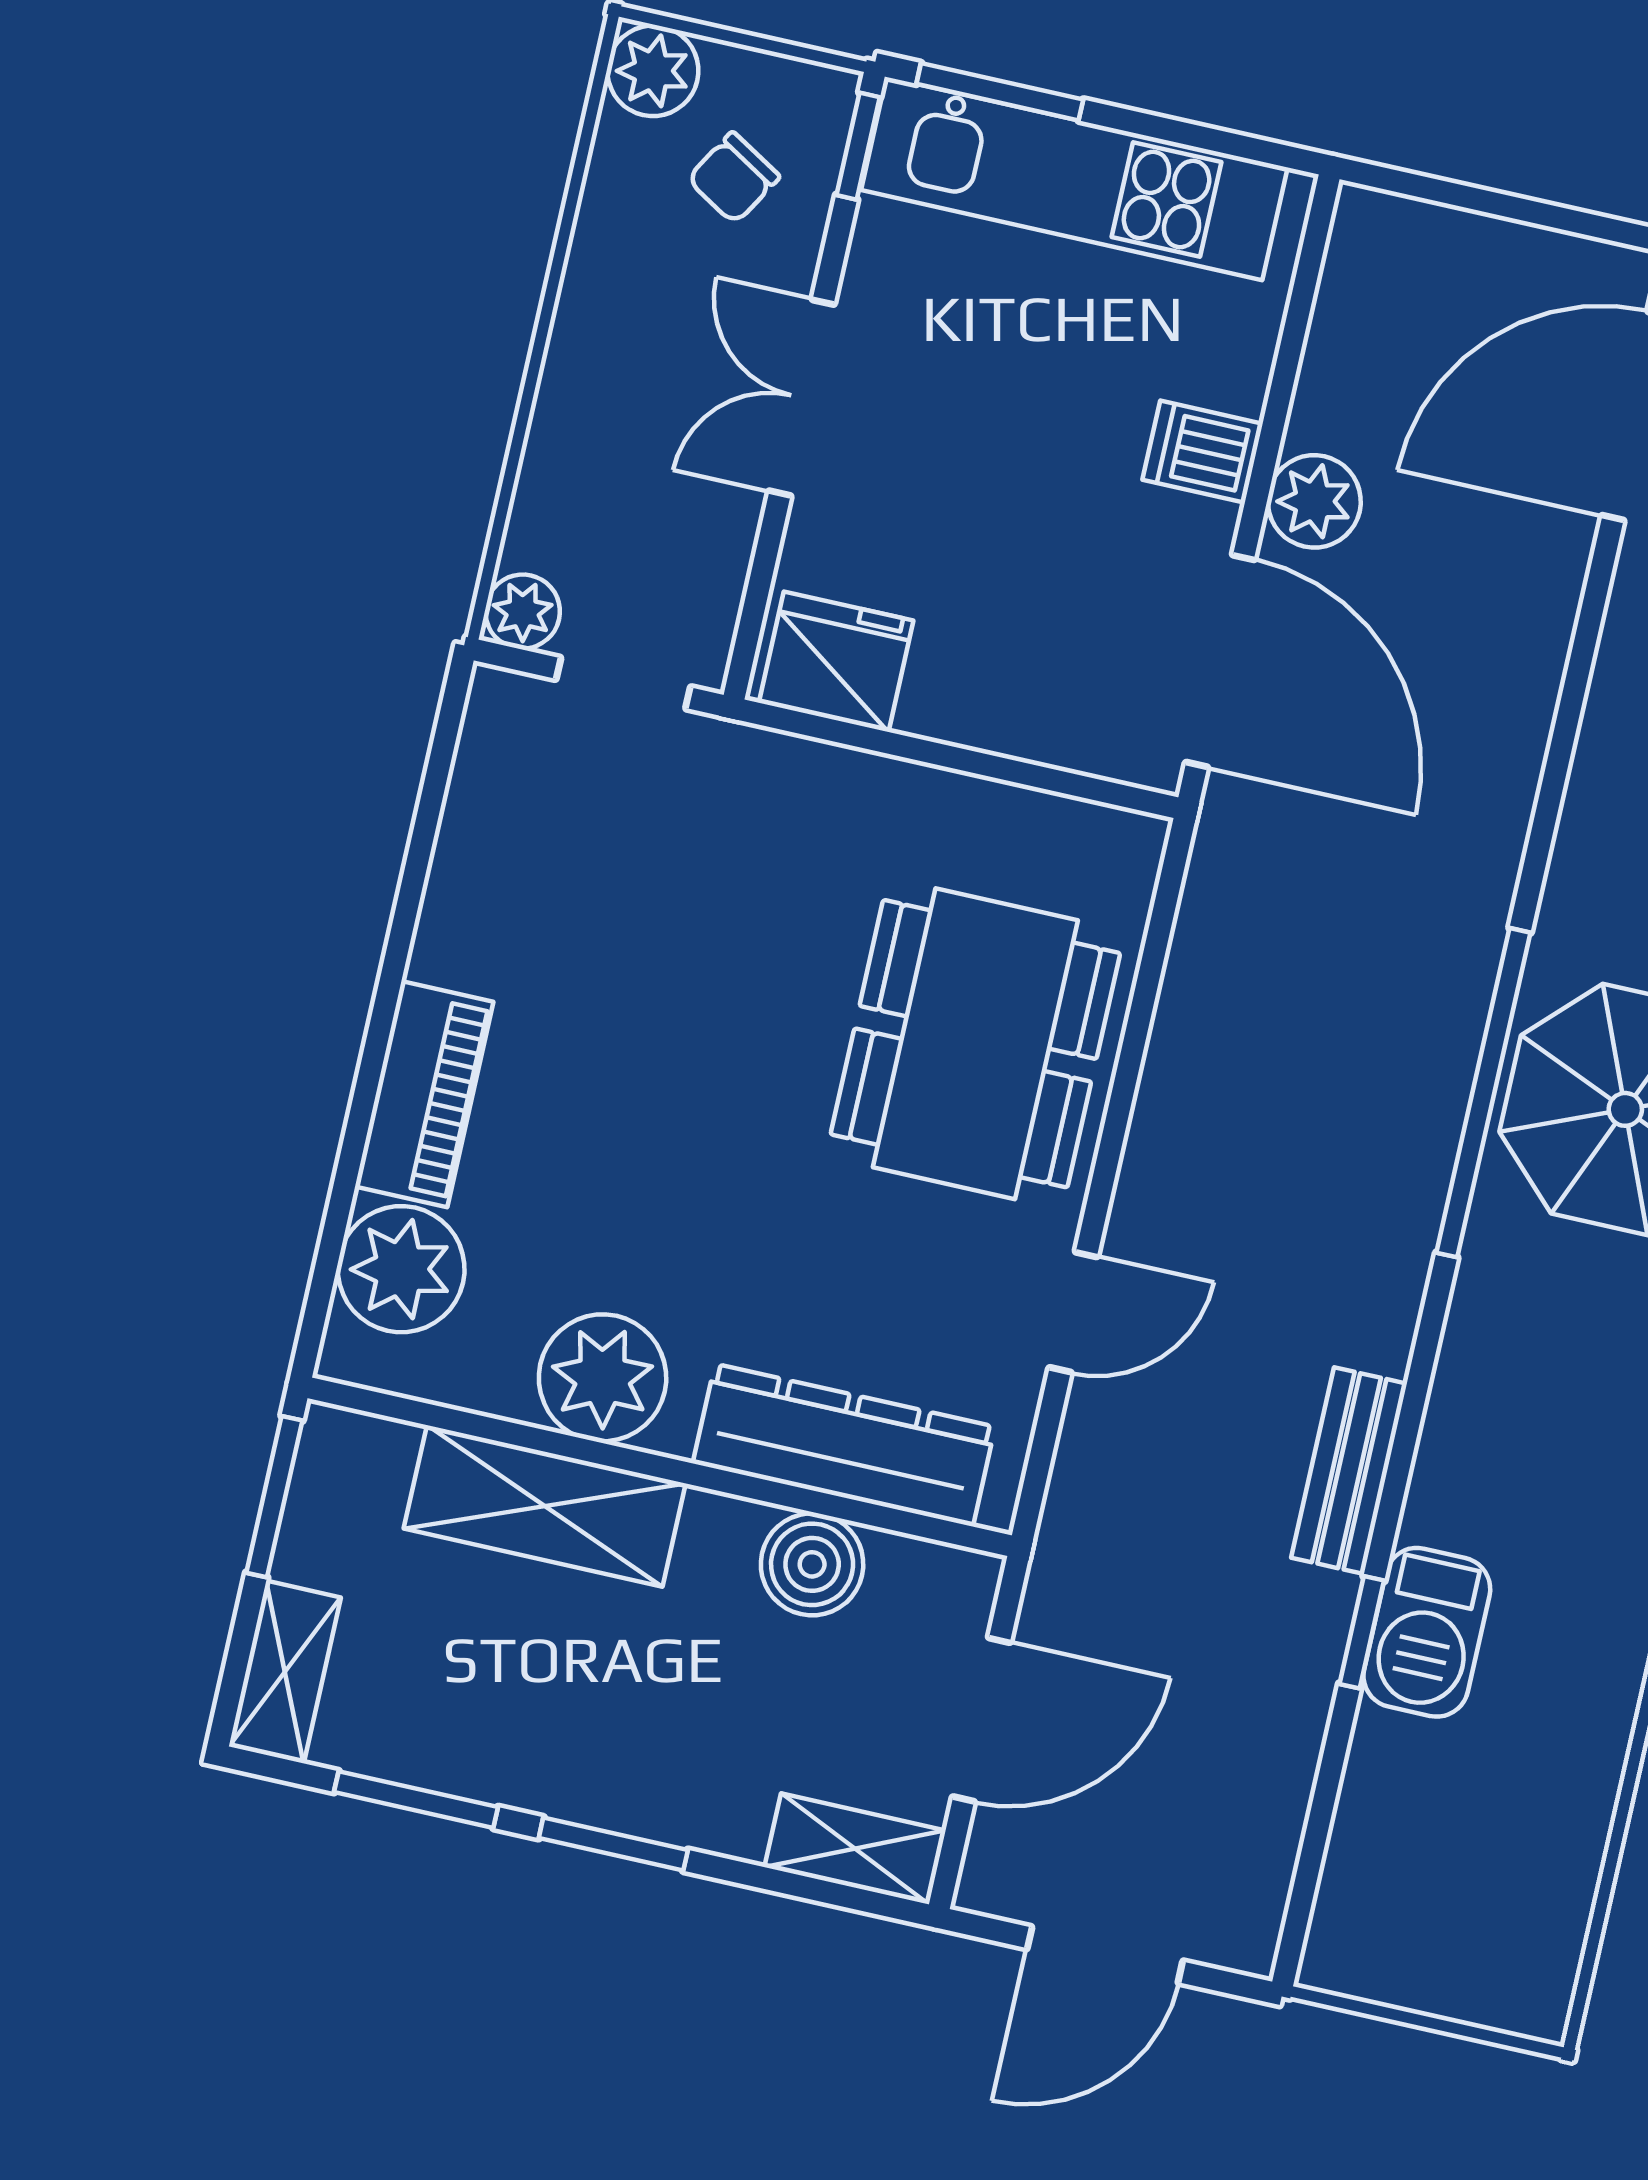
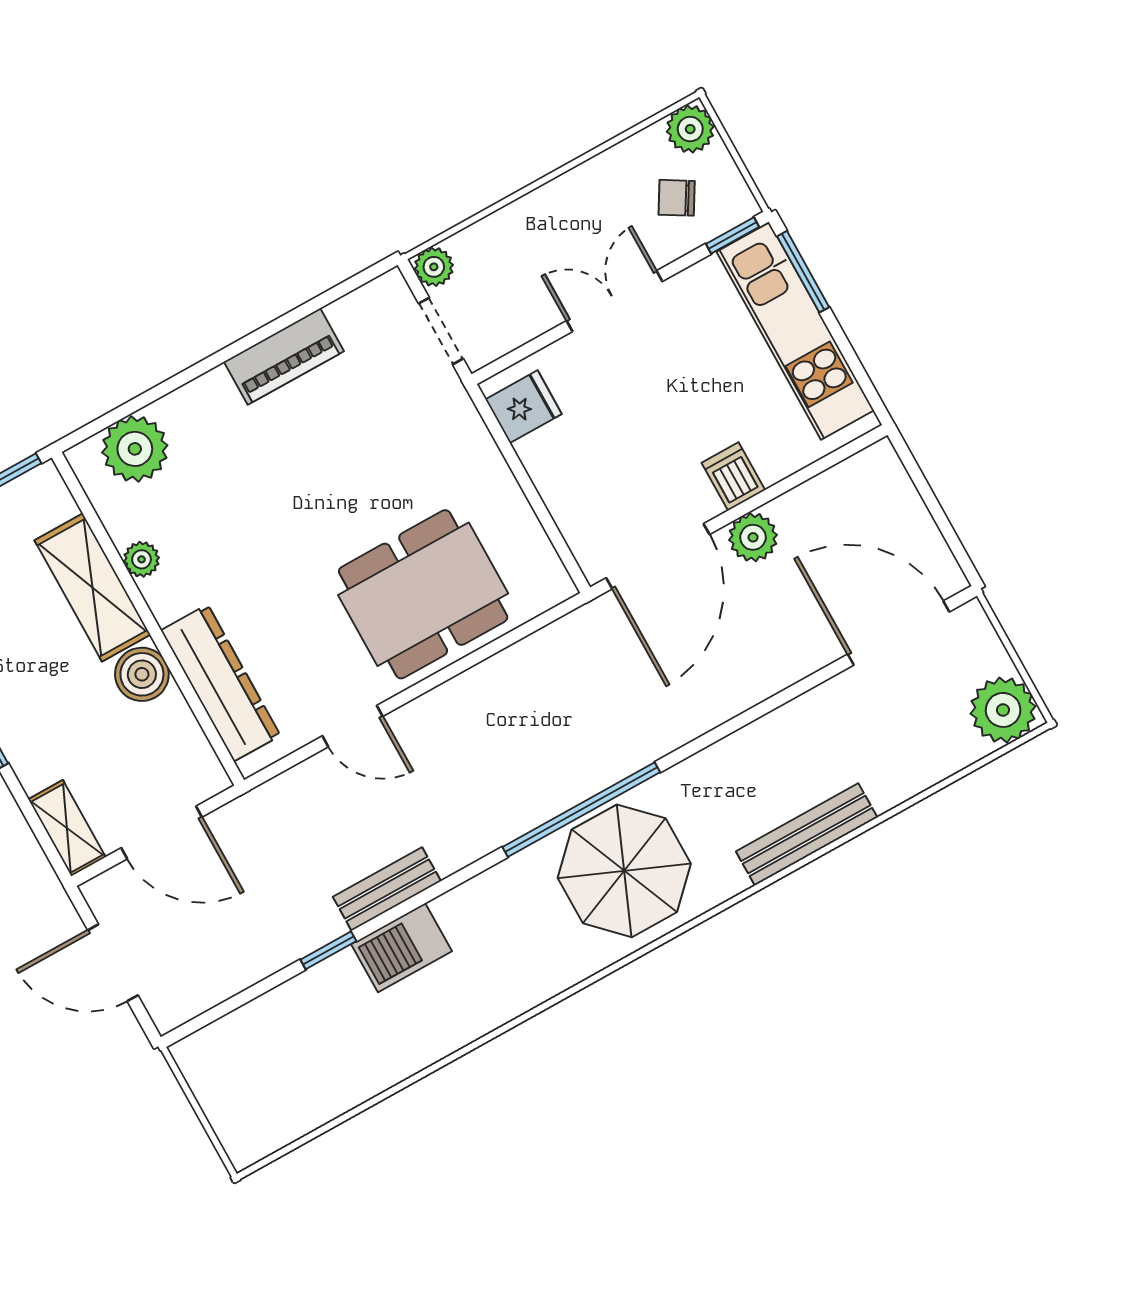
fridge: (836, 662) -> (524, 407), width x0.72
piano: (424, 1094) -> (284, 356), moved
plant: (603, 1378) -> (142, 559), width x0.53, depth x0.53
boiler: (812, 1564) -> (142, 674), moved
barbecue: (1427, 1632) -> (402, 948), moved

